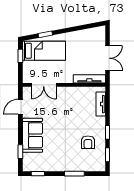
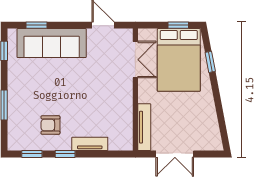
bed: (44, 51) -> (179, 60), width x1.50
double door: (44, 85) -> (135, 60), swing flipped
tv unit: (101, 104) -> (90, 144), moved
sofa: (33, 135) -> (52, 43), width x1.36

